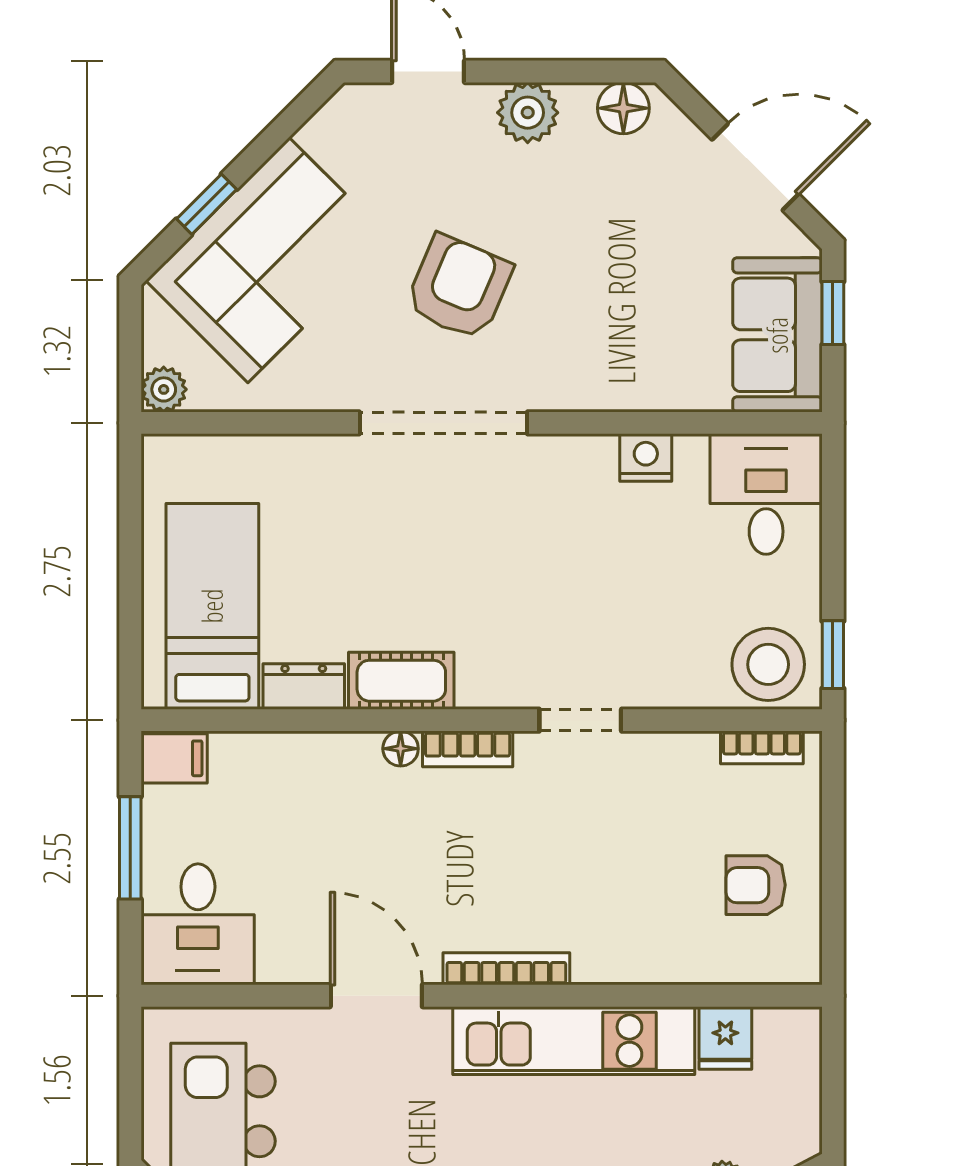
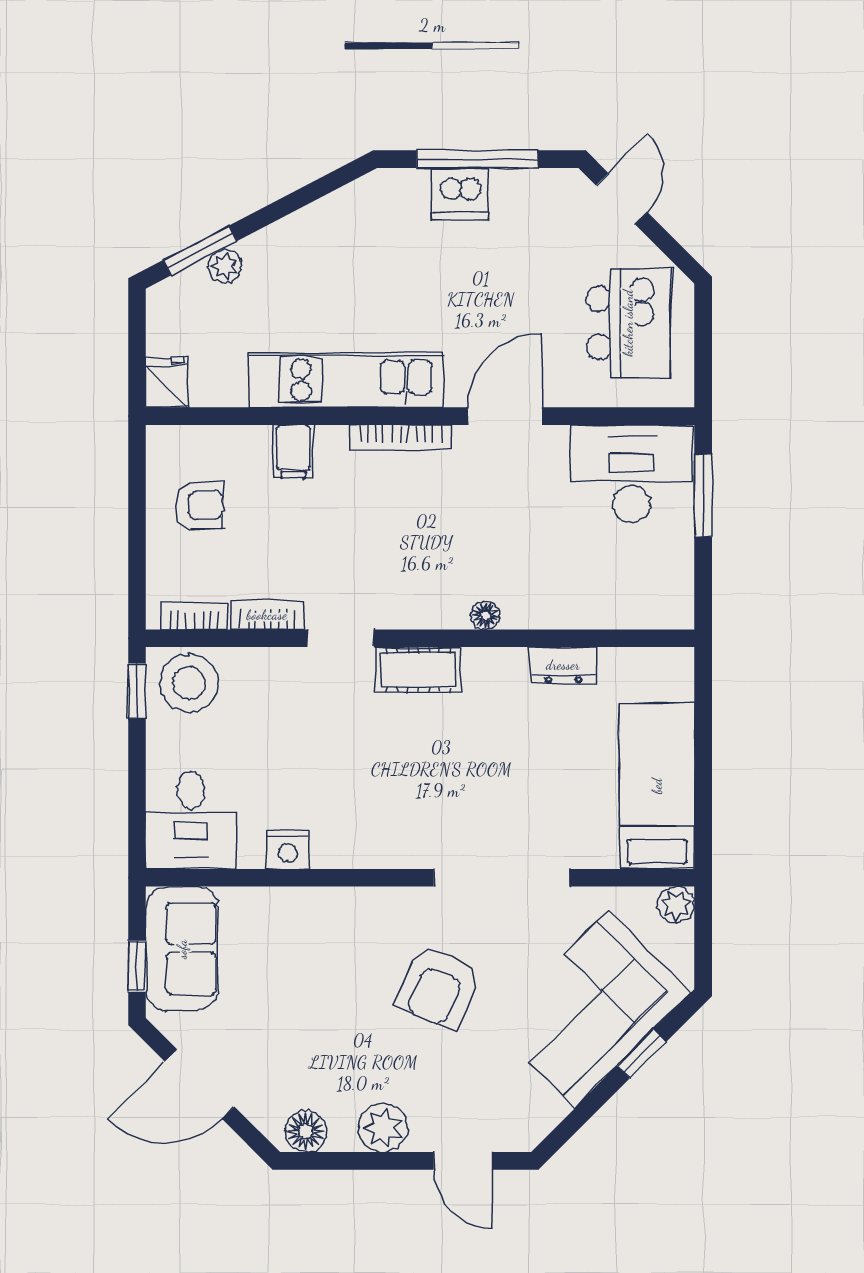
doorway: (443, 423) -> (501, 878), moved
bed: (212, 606) -> (657, 786), moved, turned 180
cot: (401, 681) -> (418, 670), moved
bookcase: (468, 749) -> (267, 615), moved
filing cabinet: (174, 758) -> (293, 451), moved, turned -90
window: (130, 848) -> (703, 495), moved
desk: (198, 924) -> (632, 474), width x1.37
door: (376, 996) -> (505, 416), swing flipped
fridge: (725, 1038) -> (167, 382), moved

